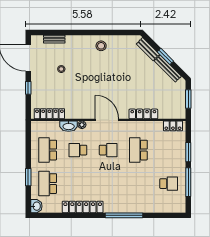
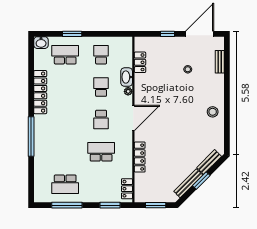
locker: (49, 114) -> (140, 62), width x0.66
school desk: (48, 150) -> (101, 55), width x0.54
window: (188, 152) -> (110, 205), moved
school desk: (169, 184) -> (65, 184), width x1.85

